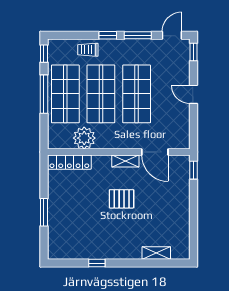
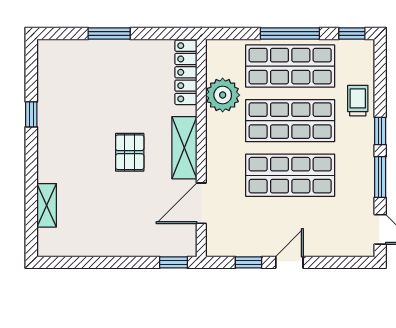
window: (194, 52) -> (248, 262), moved
shelving: (125, 161) -> (184, 148), width x1.50, depth x1.33

